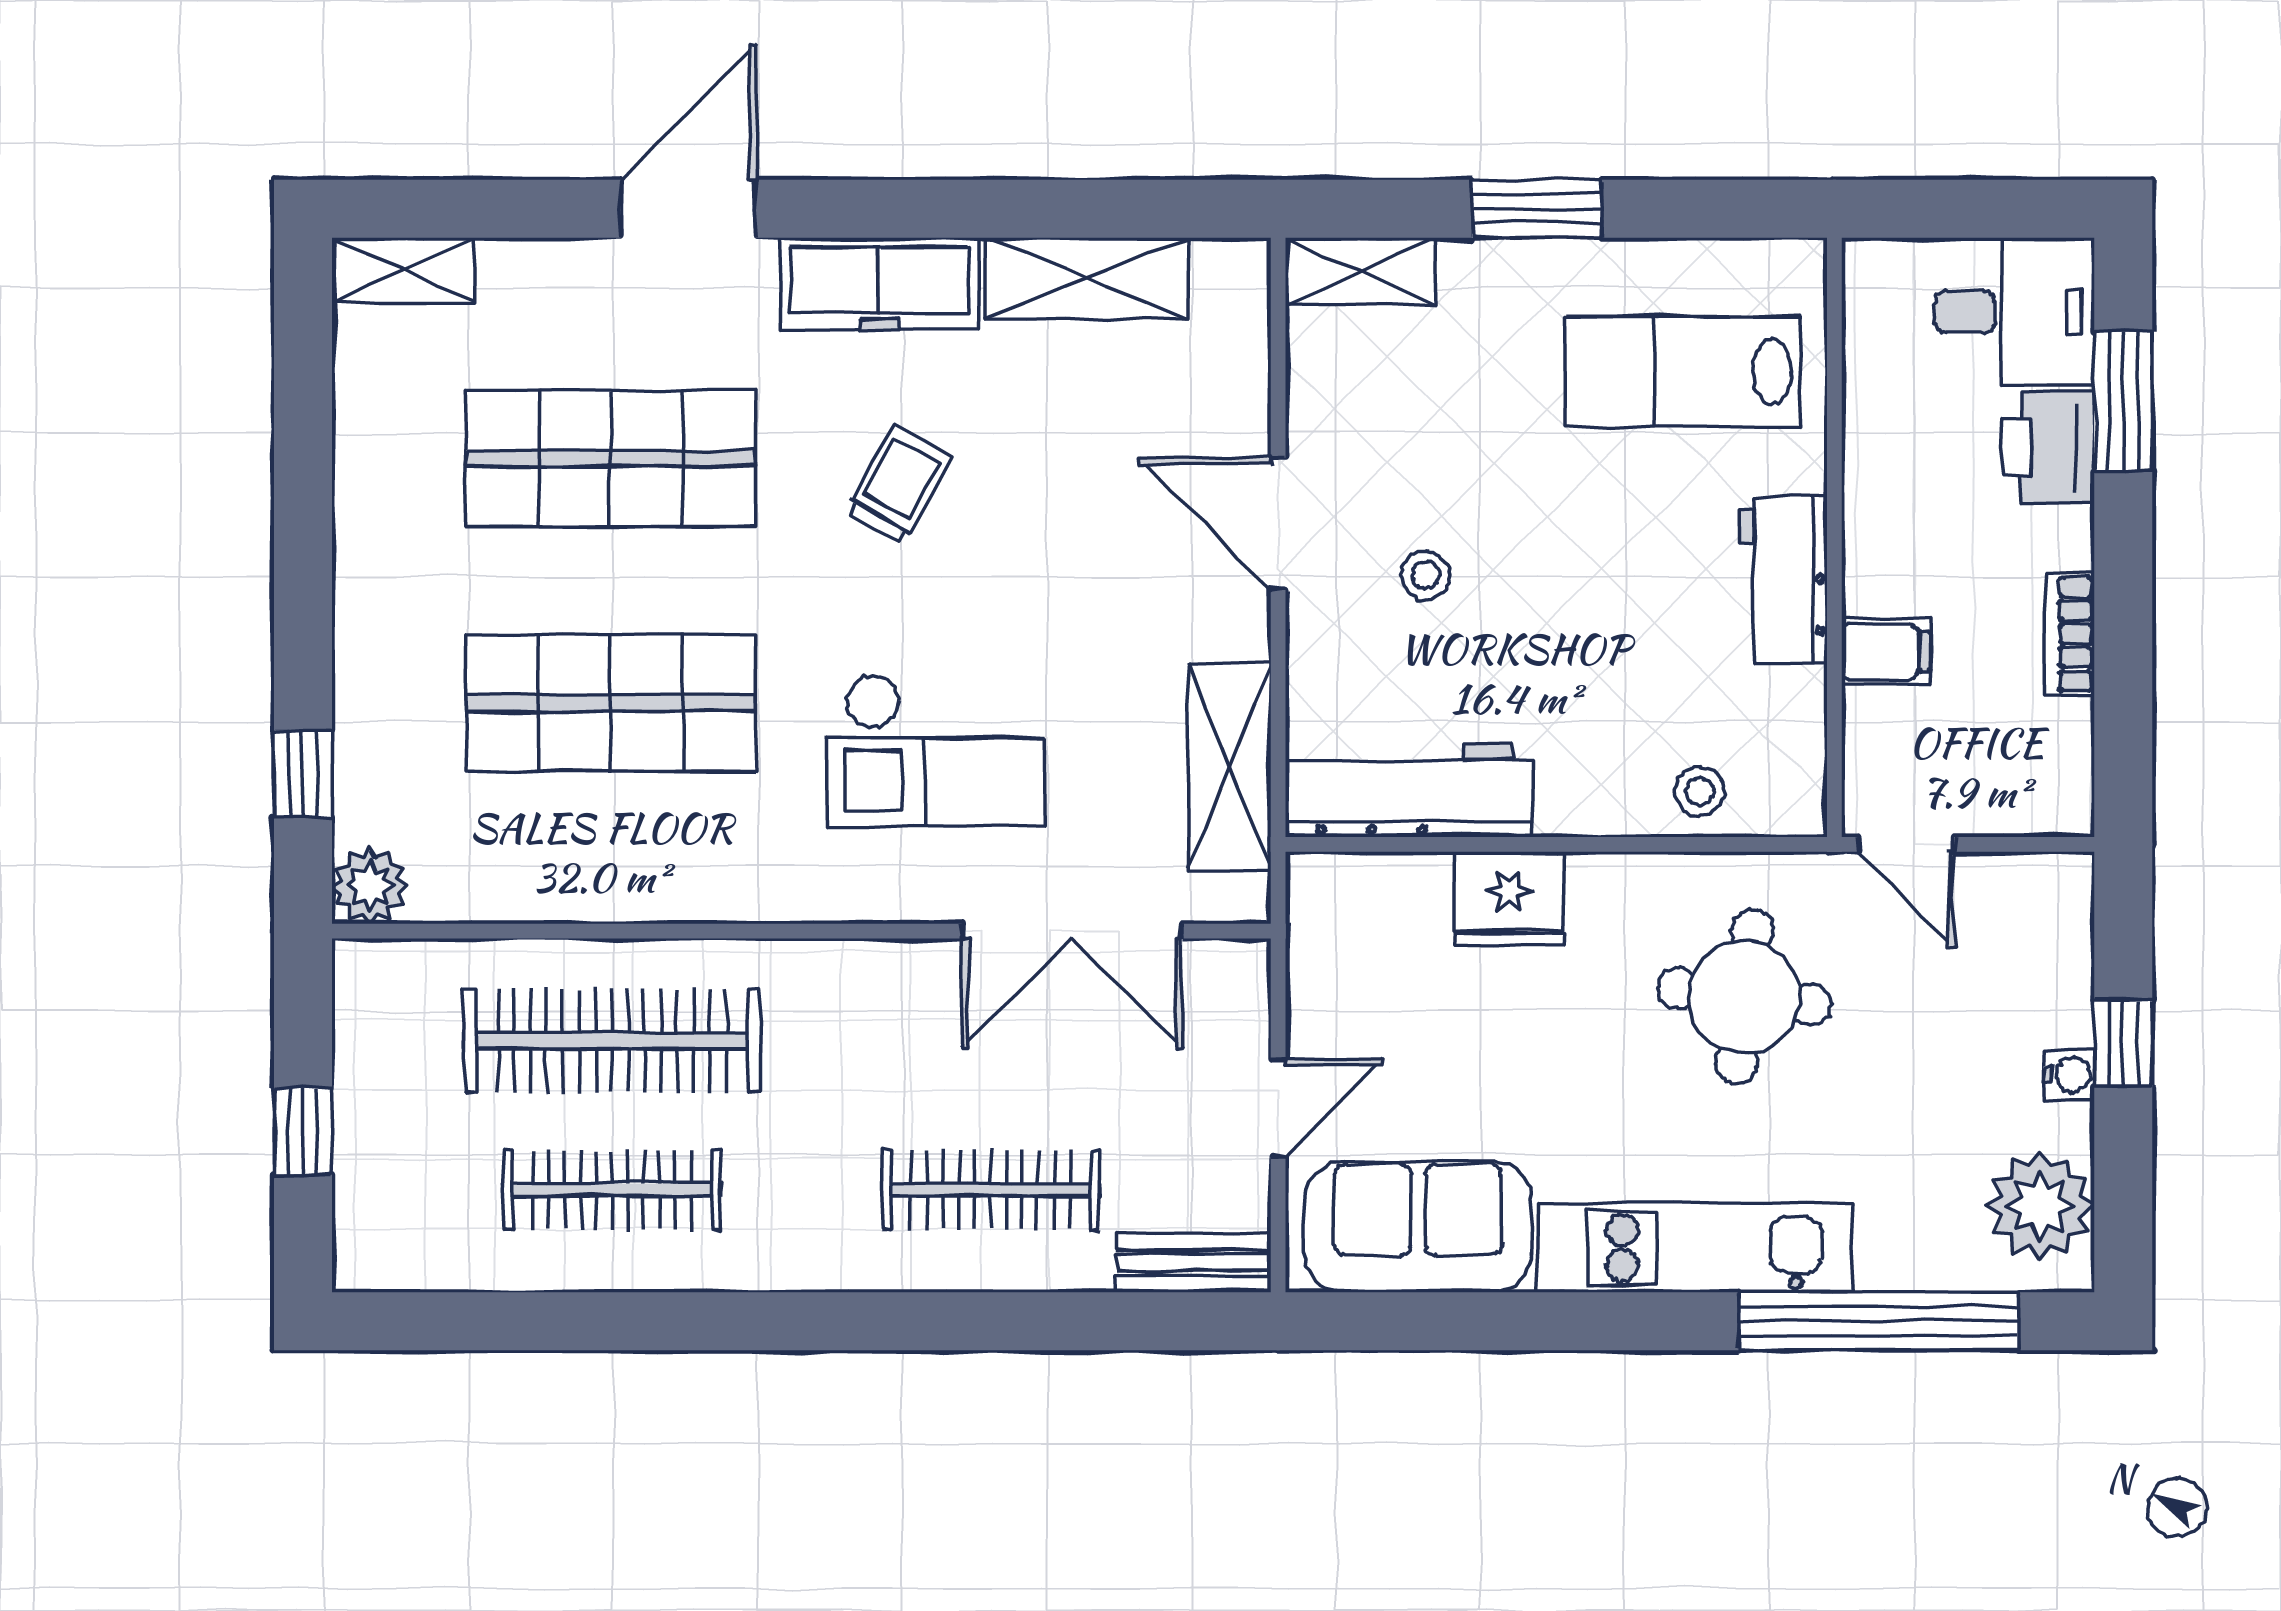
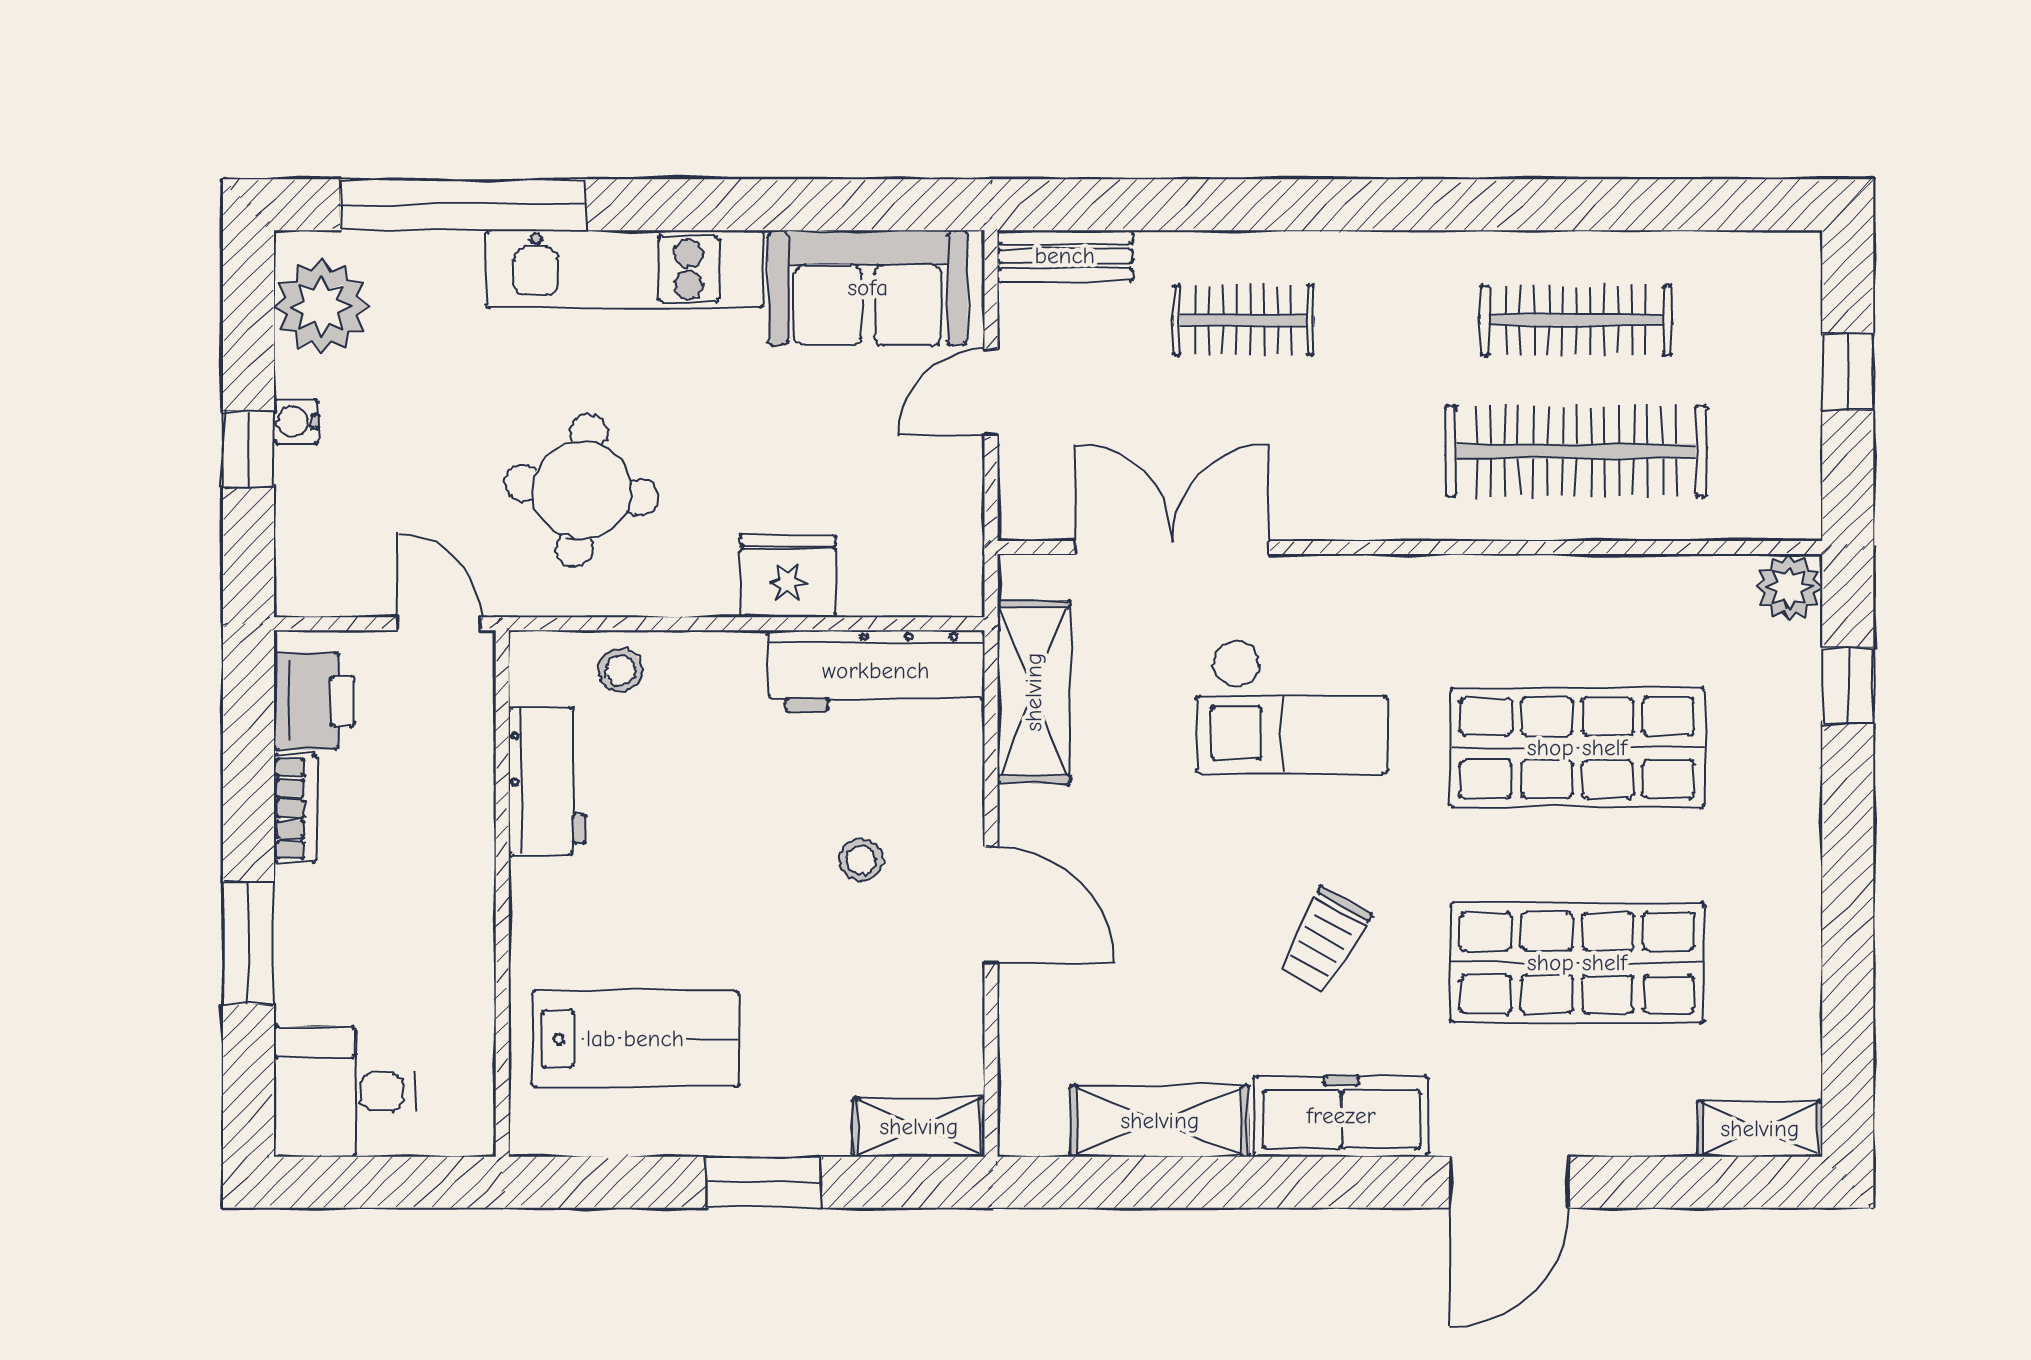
window: (2123, 401) -> (248, 943), moved
printer: (2049, 447) -> (314, 701), moved
workbench: (1784, 580) -> (547, 781), moved
filing cabinet: (1886, 651) -> (457, 793), removed
checkout: (936, 750) -> (1292, 706), turned 180
clothes rail: (991, 1190) -> (1244, 320), width x0.73

